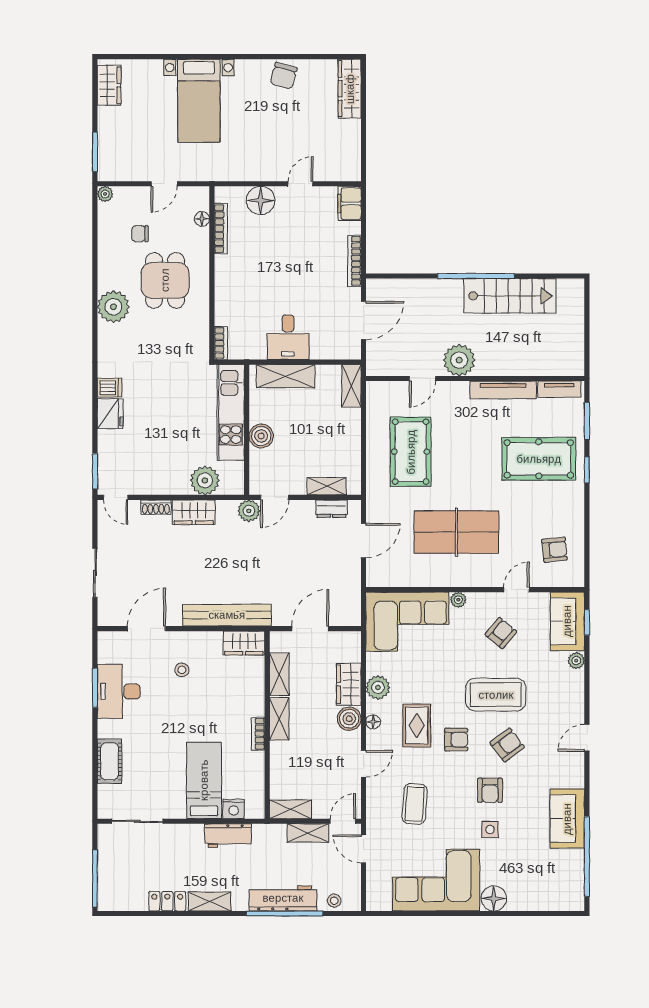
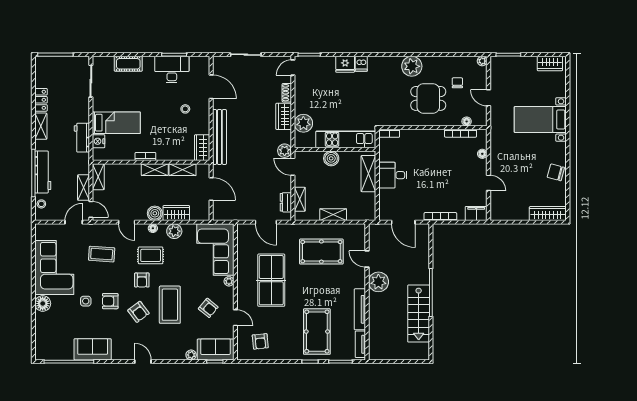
floor lamp: (261, 200) -> (482, 154), width x0.53, depth x0.53
shelving: (351, 386) -> (333, 215), moved

